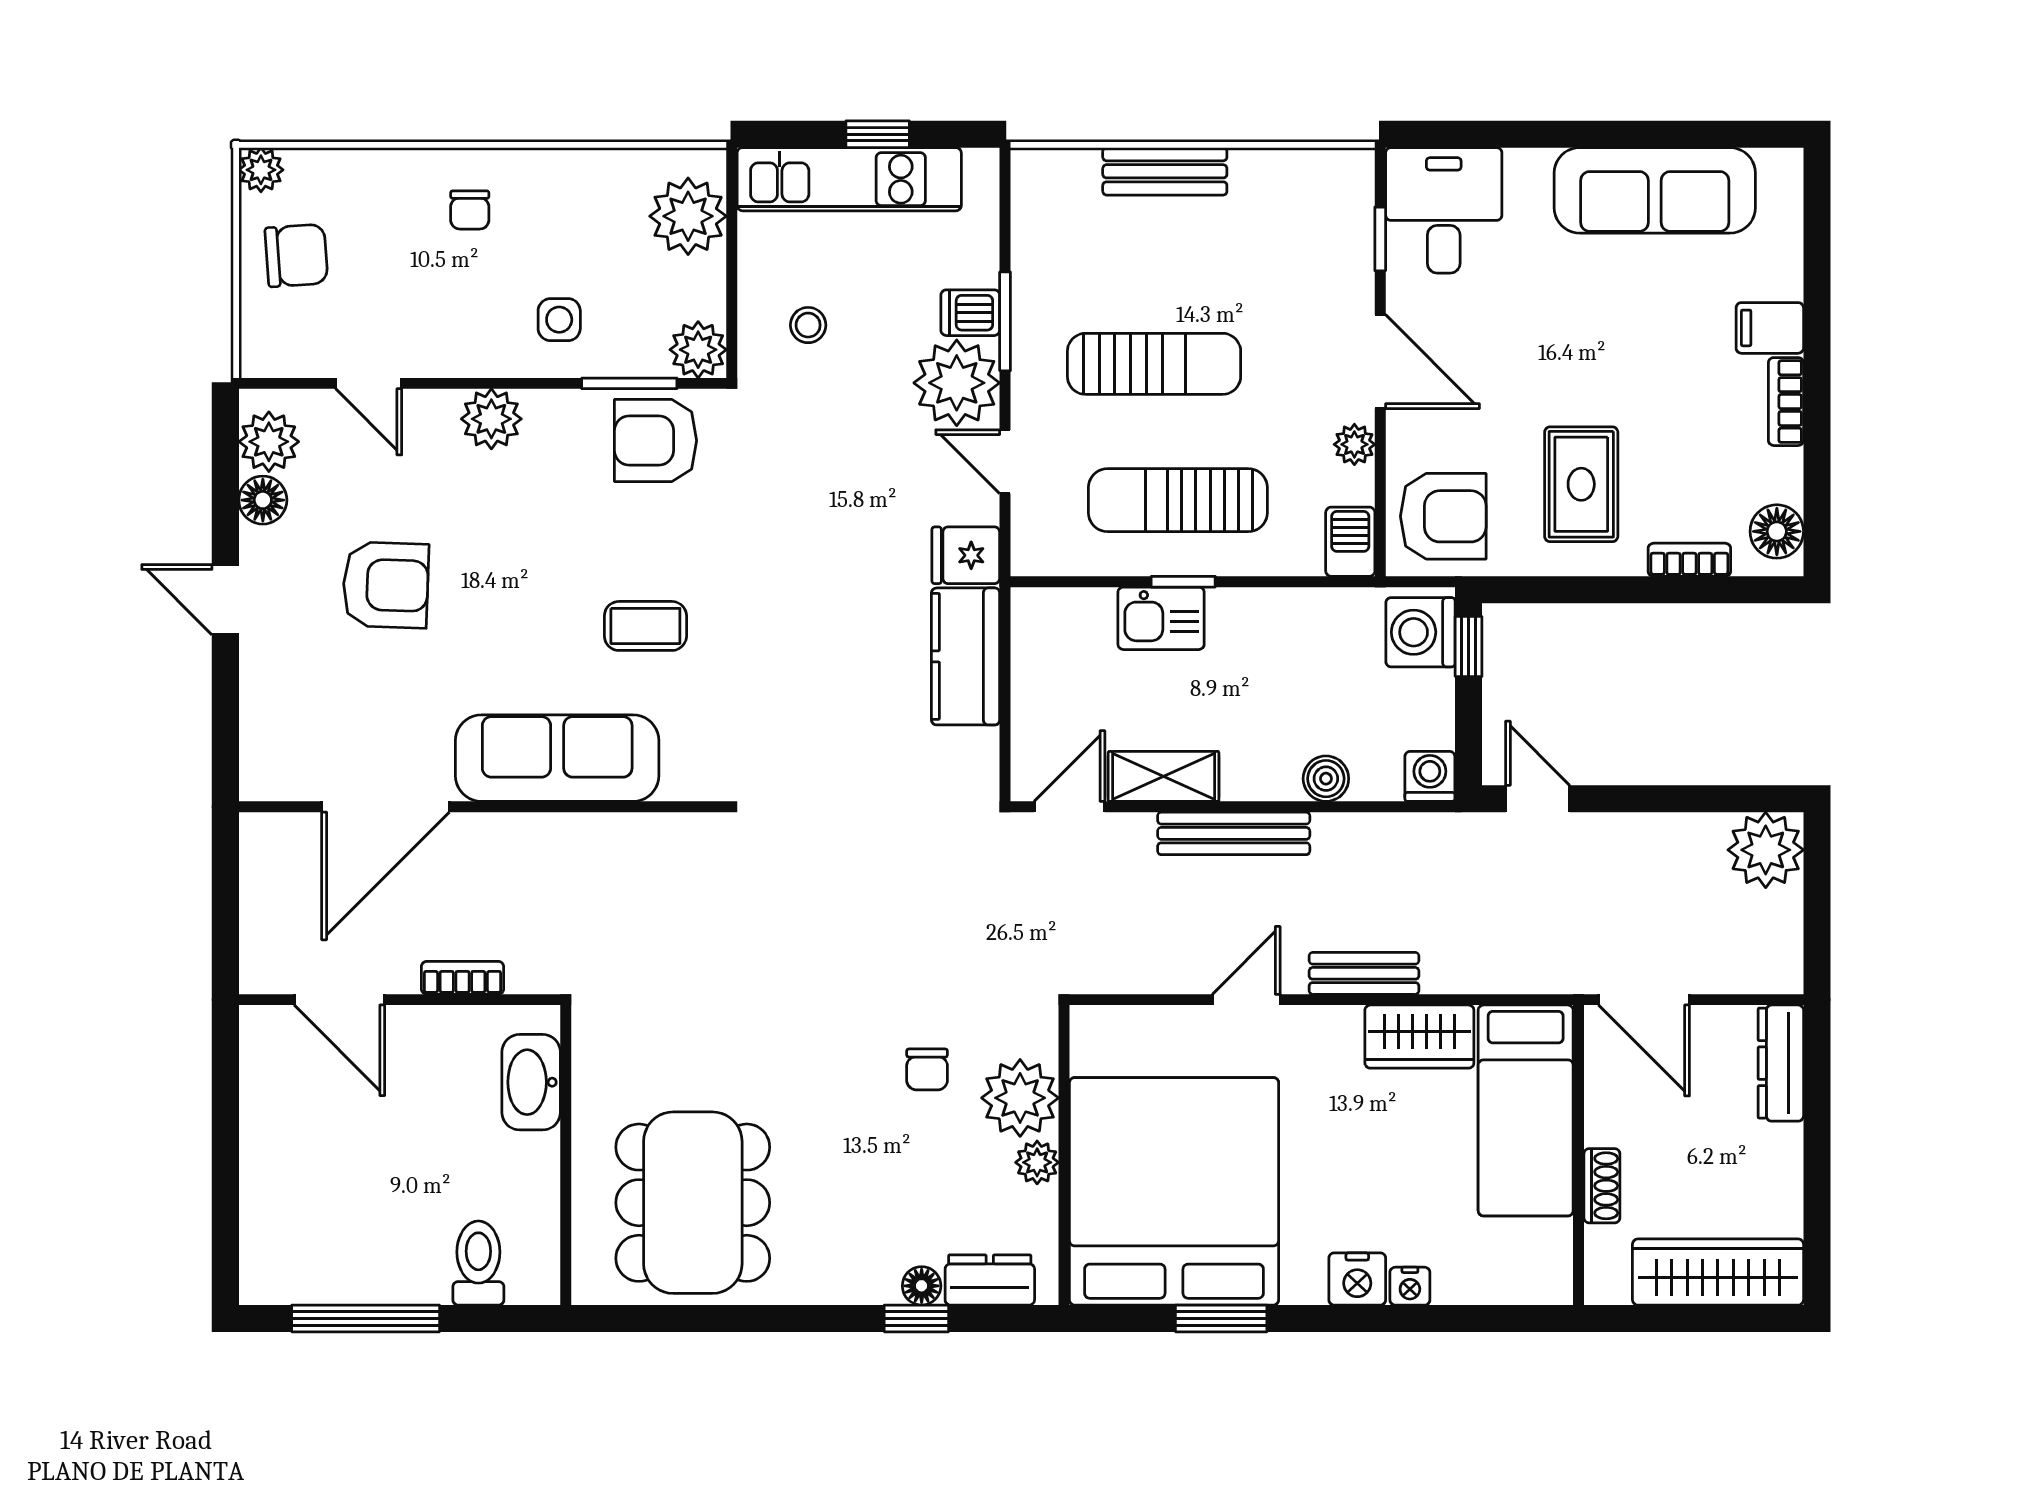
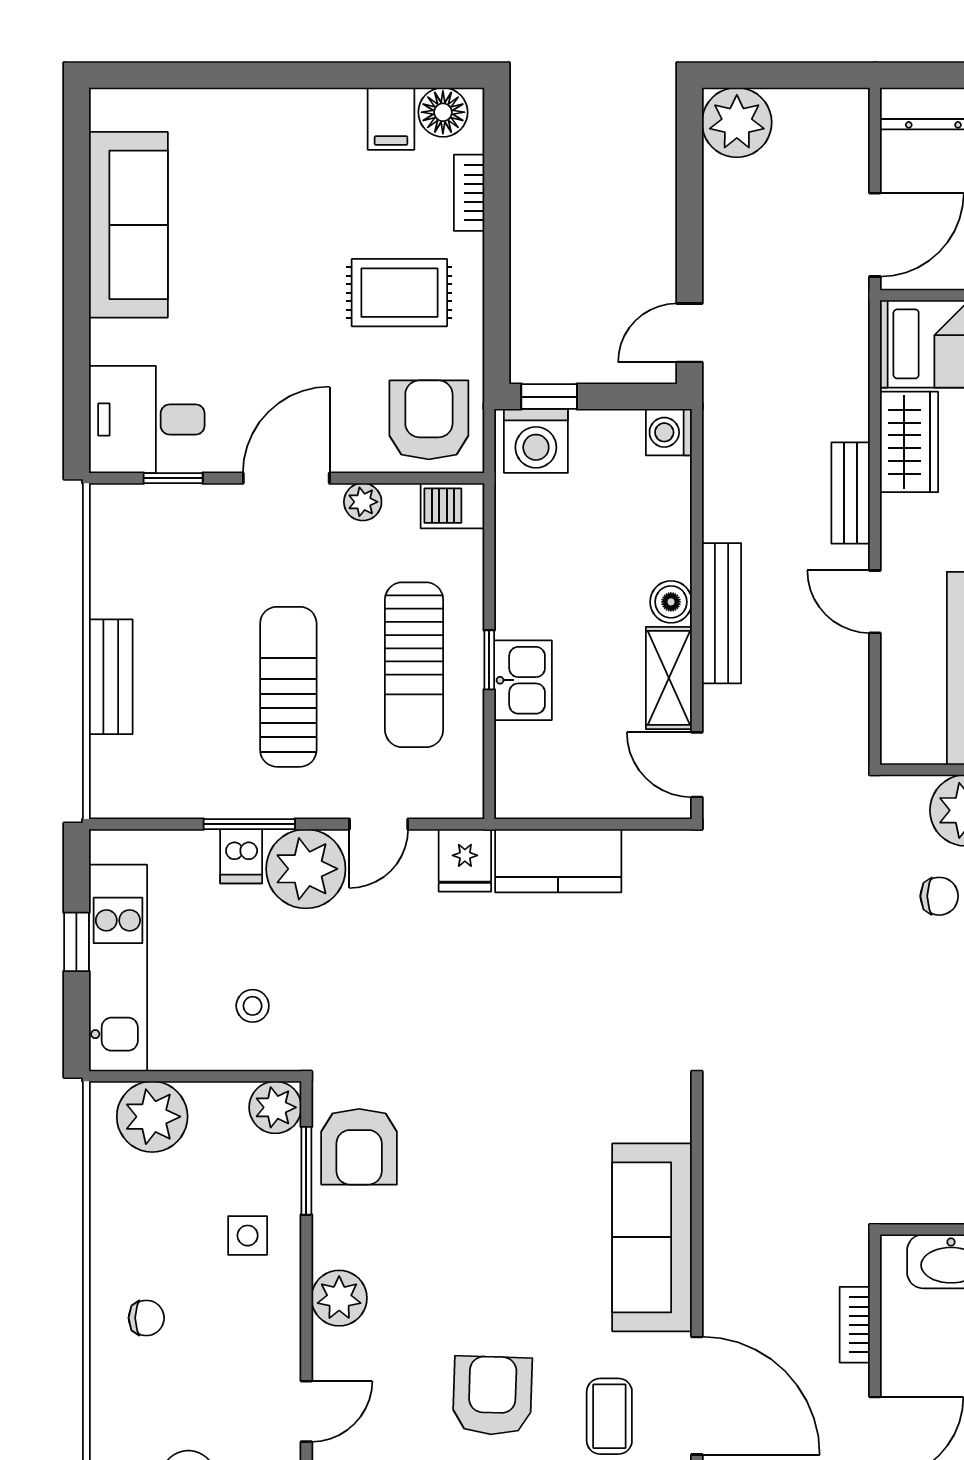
filing cabinet: (1770, 328) -> (391, 119), moved
bookcase: (1786, 402) -> (323, 104), removed
coffee table: (645, 626) -> (609, 1416), moved
boiler: (1326, 779) -> (671, 602), moved

